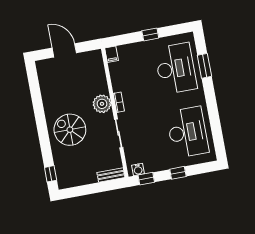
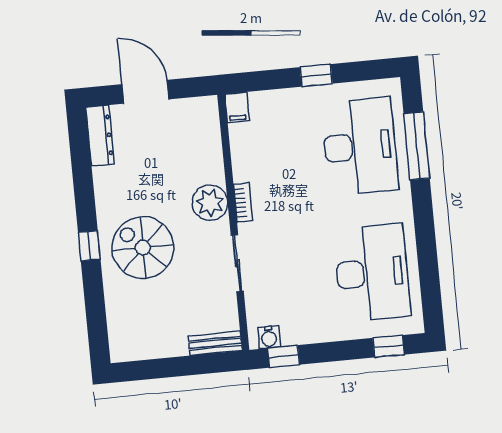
window: (204, 66) -> (417, 146), width x1.44
dresser: (43, 75) -> (100, 136), added
window: (178, 173) -> (388, 346), moved
window: (51, 174) -> (89, 246), moved

